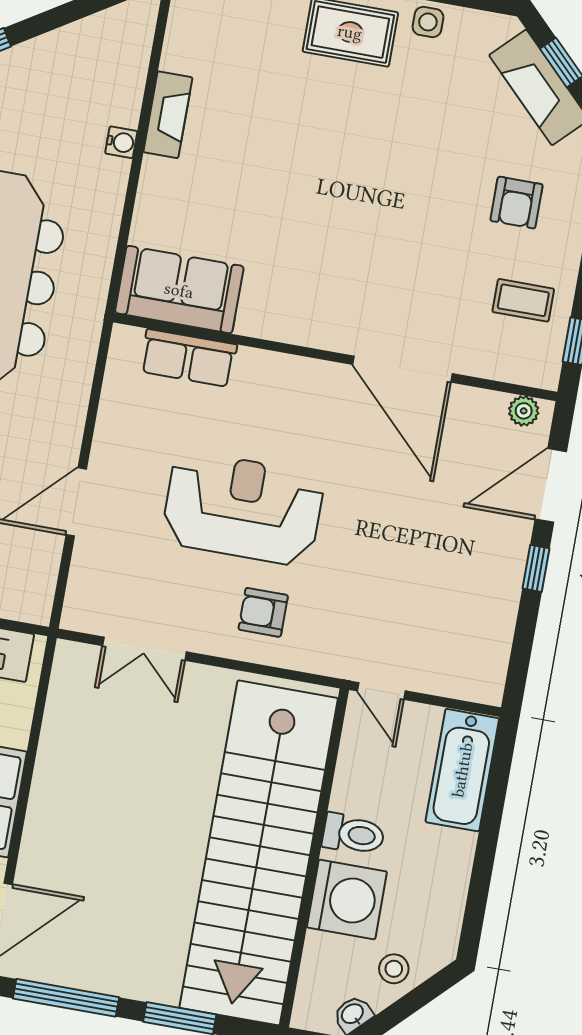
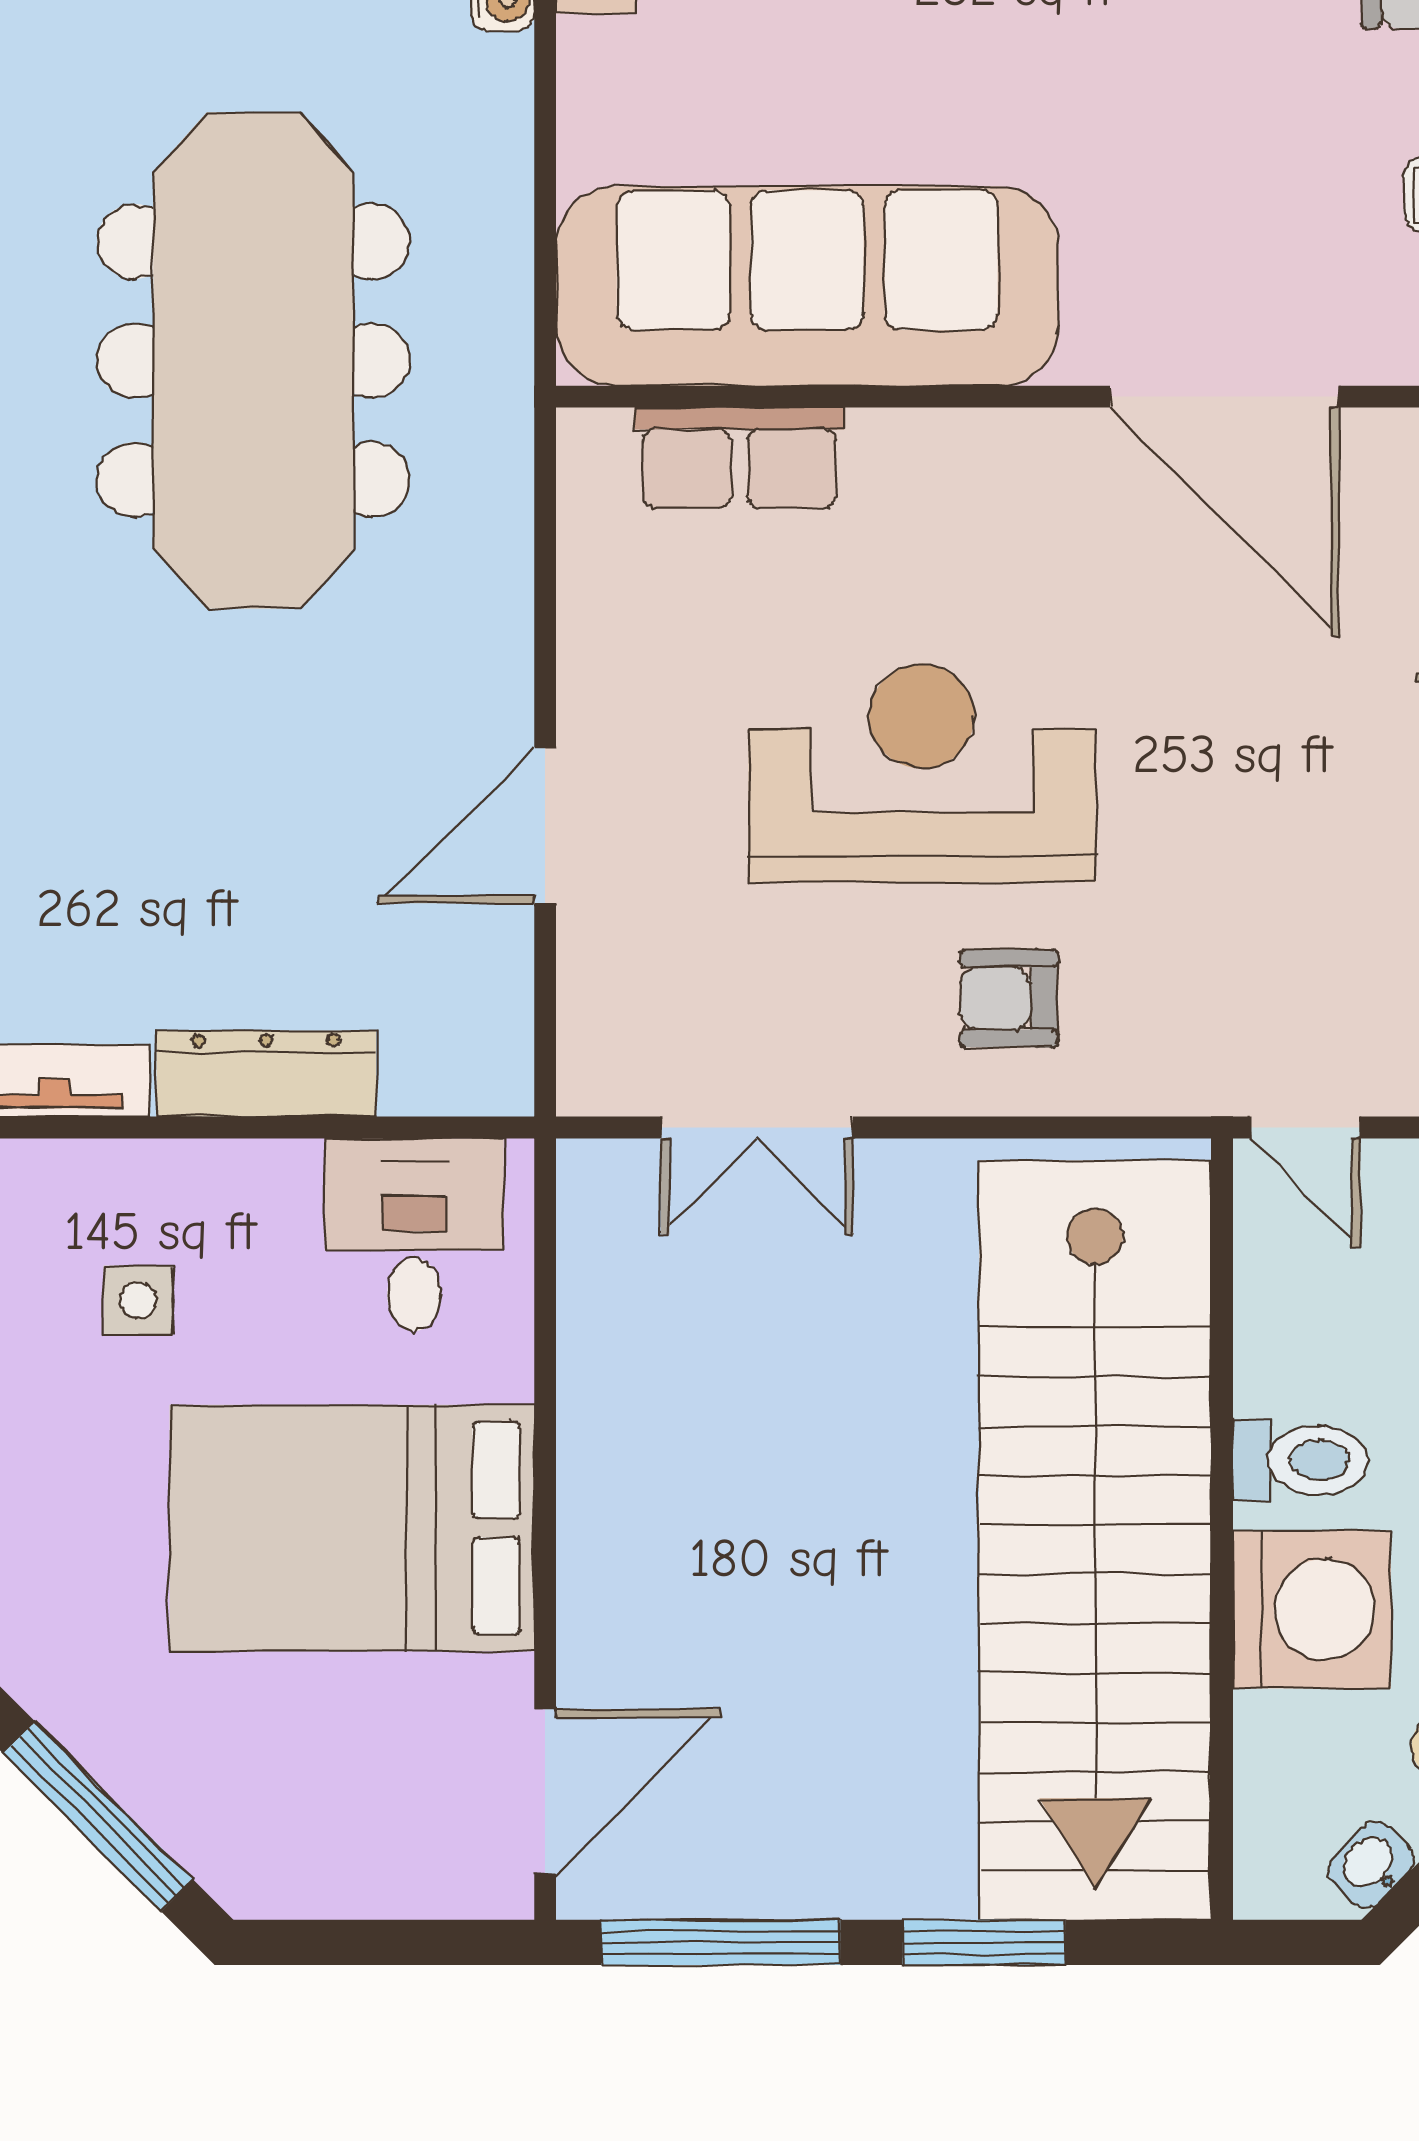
sofa: (179, 290) -> (807, 286), width x1.85, depth x1.27

